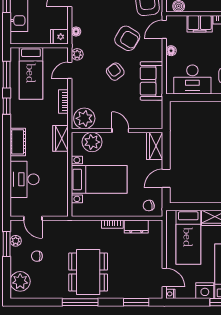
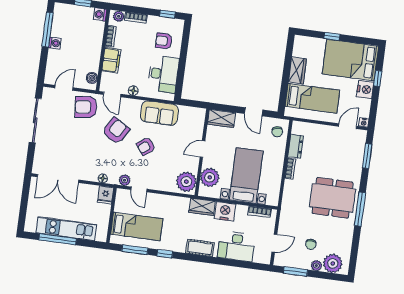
bookcase: (63, 102) -> (260, 212), moved
nightstand: (59, 163) -> (225, 211), added
plant: (16, 241) -> (316, 266), moved

